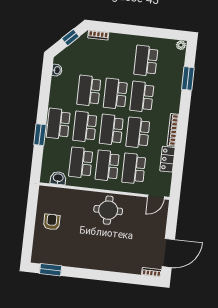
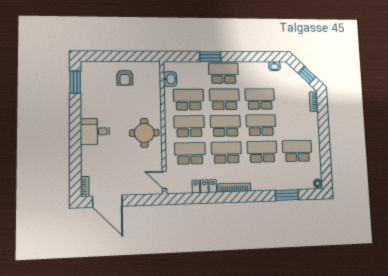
armchair: (52, 222) -> (125, 78), turned 90
desk: (101, 257) -> (95, 131), added

